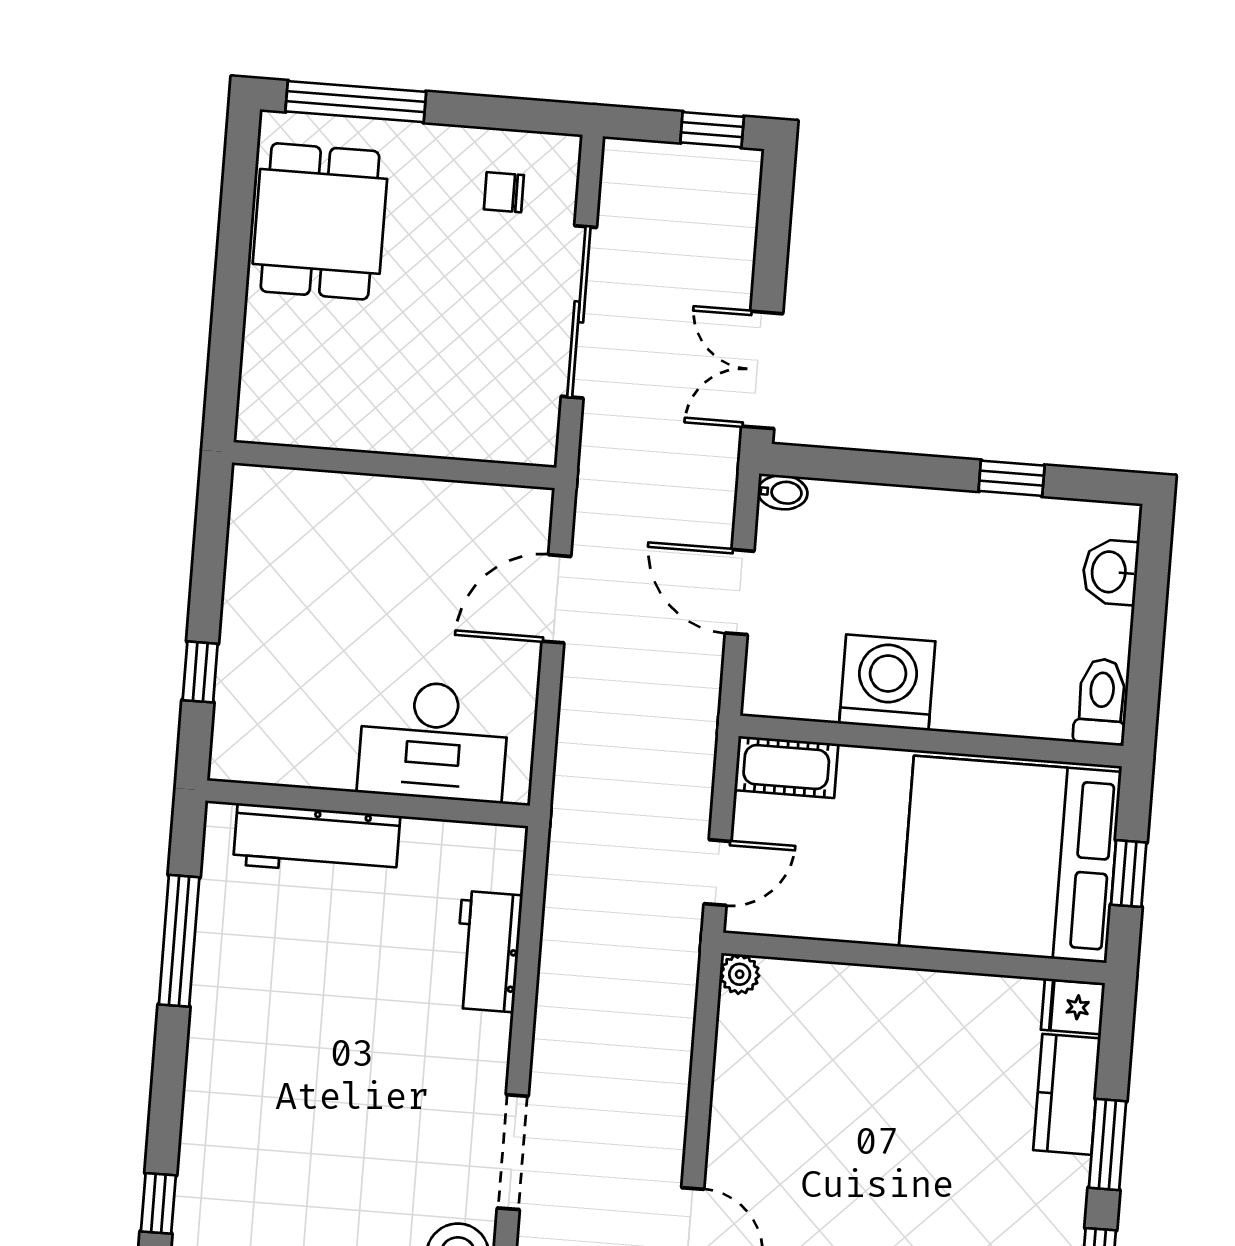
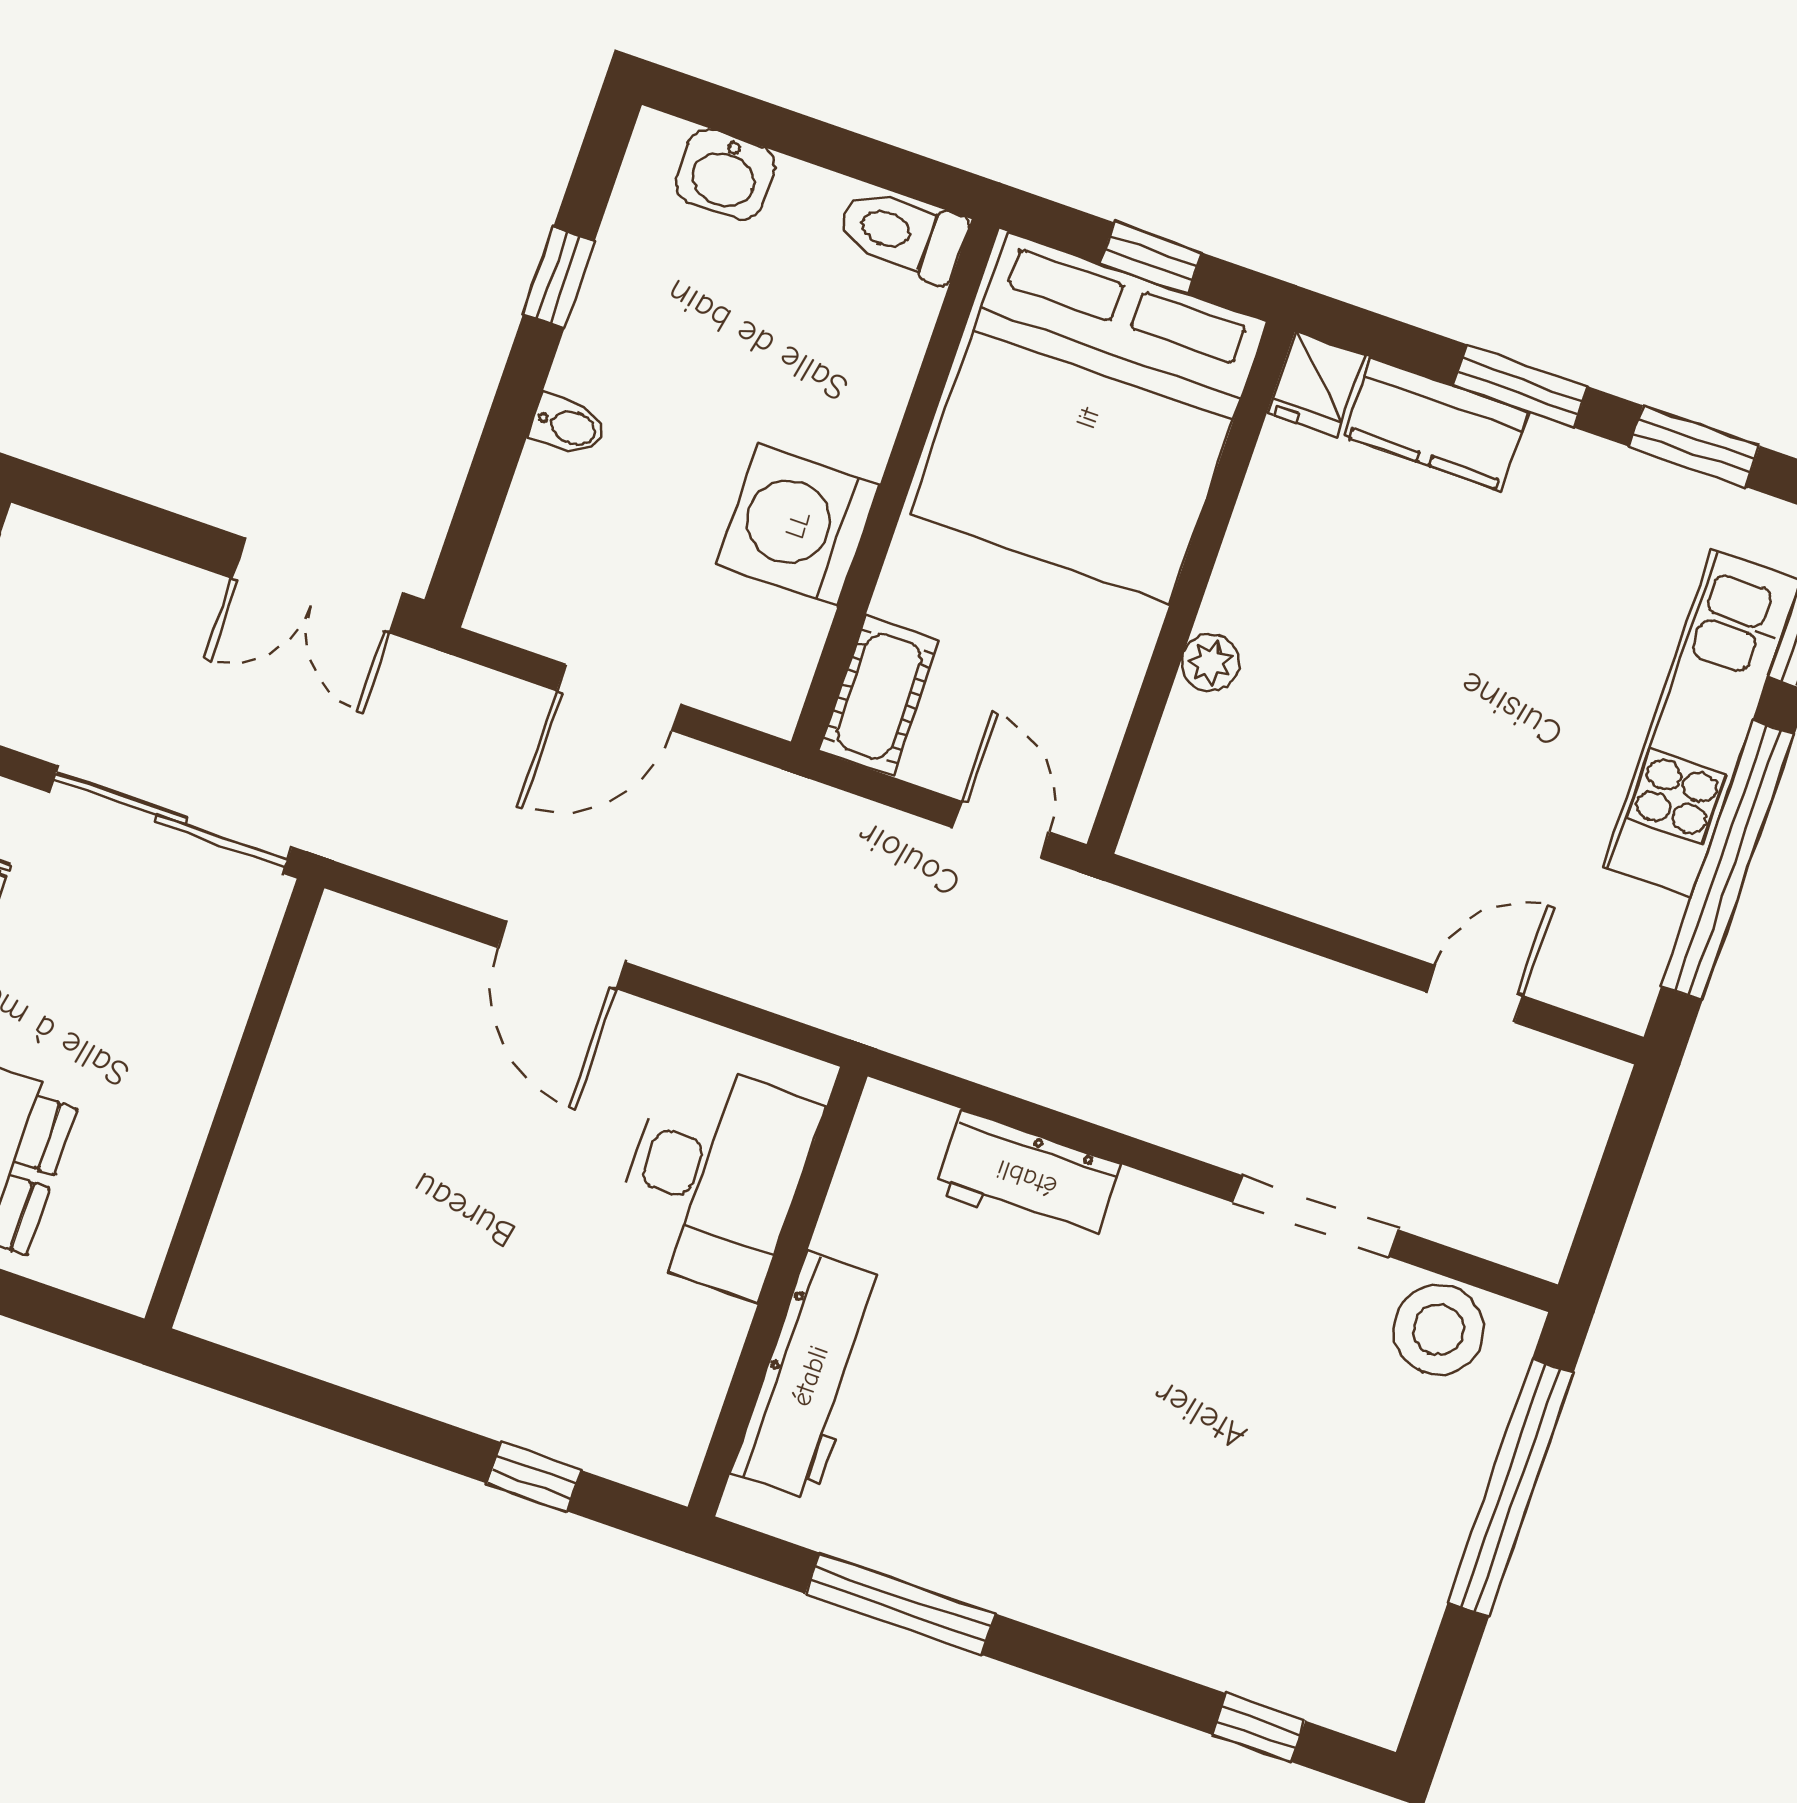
wall: (394, 465) -> (234, 1103), moved
bidet: (783, 492) -> (568, 426), moved, turned 90
plant: (740, 974) -> (1210, 663), moved

